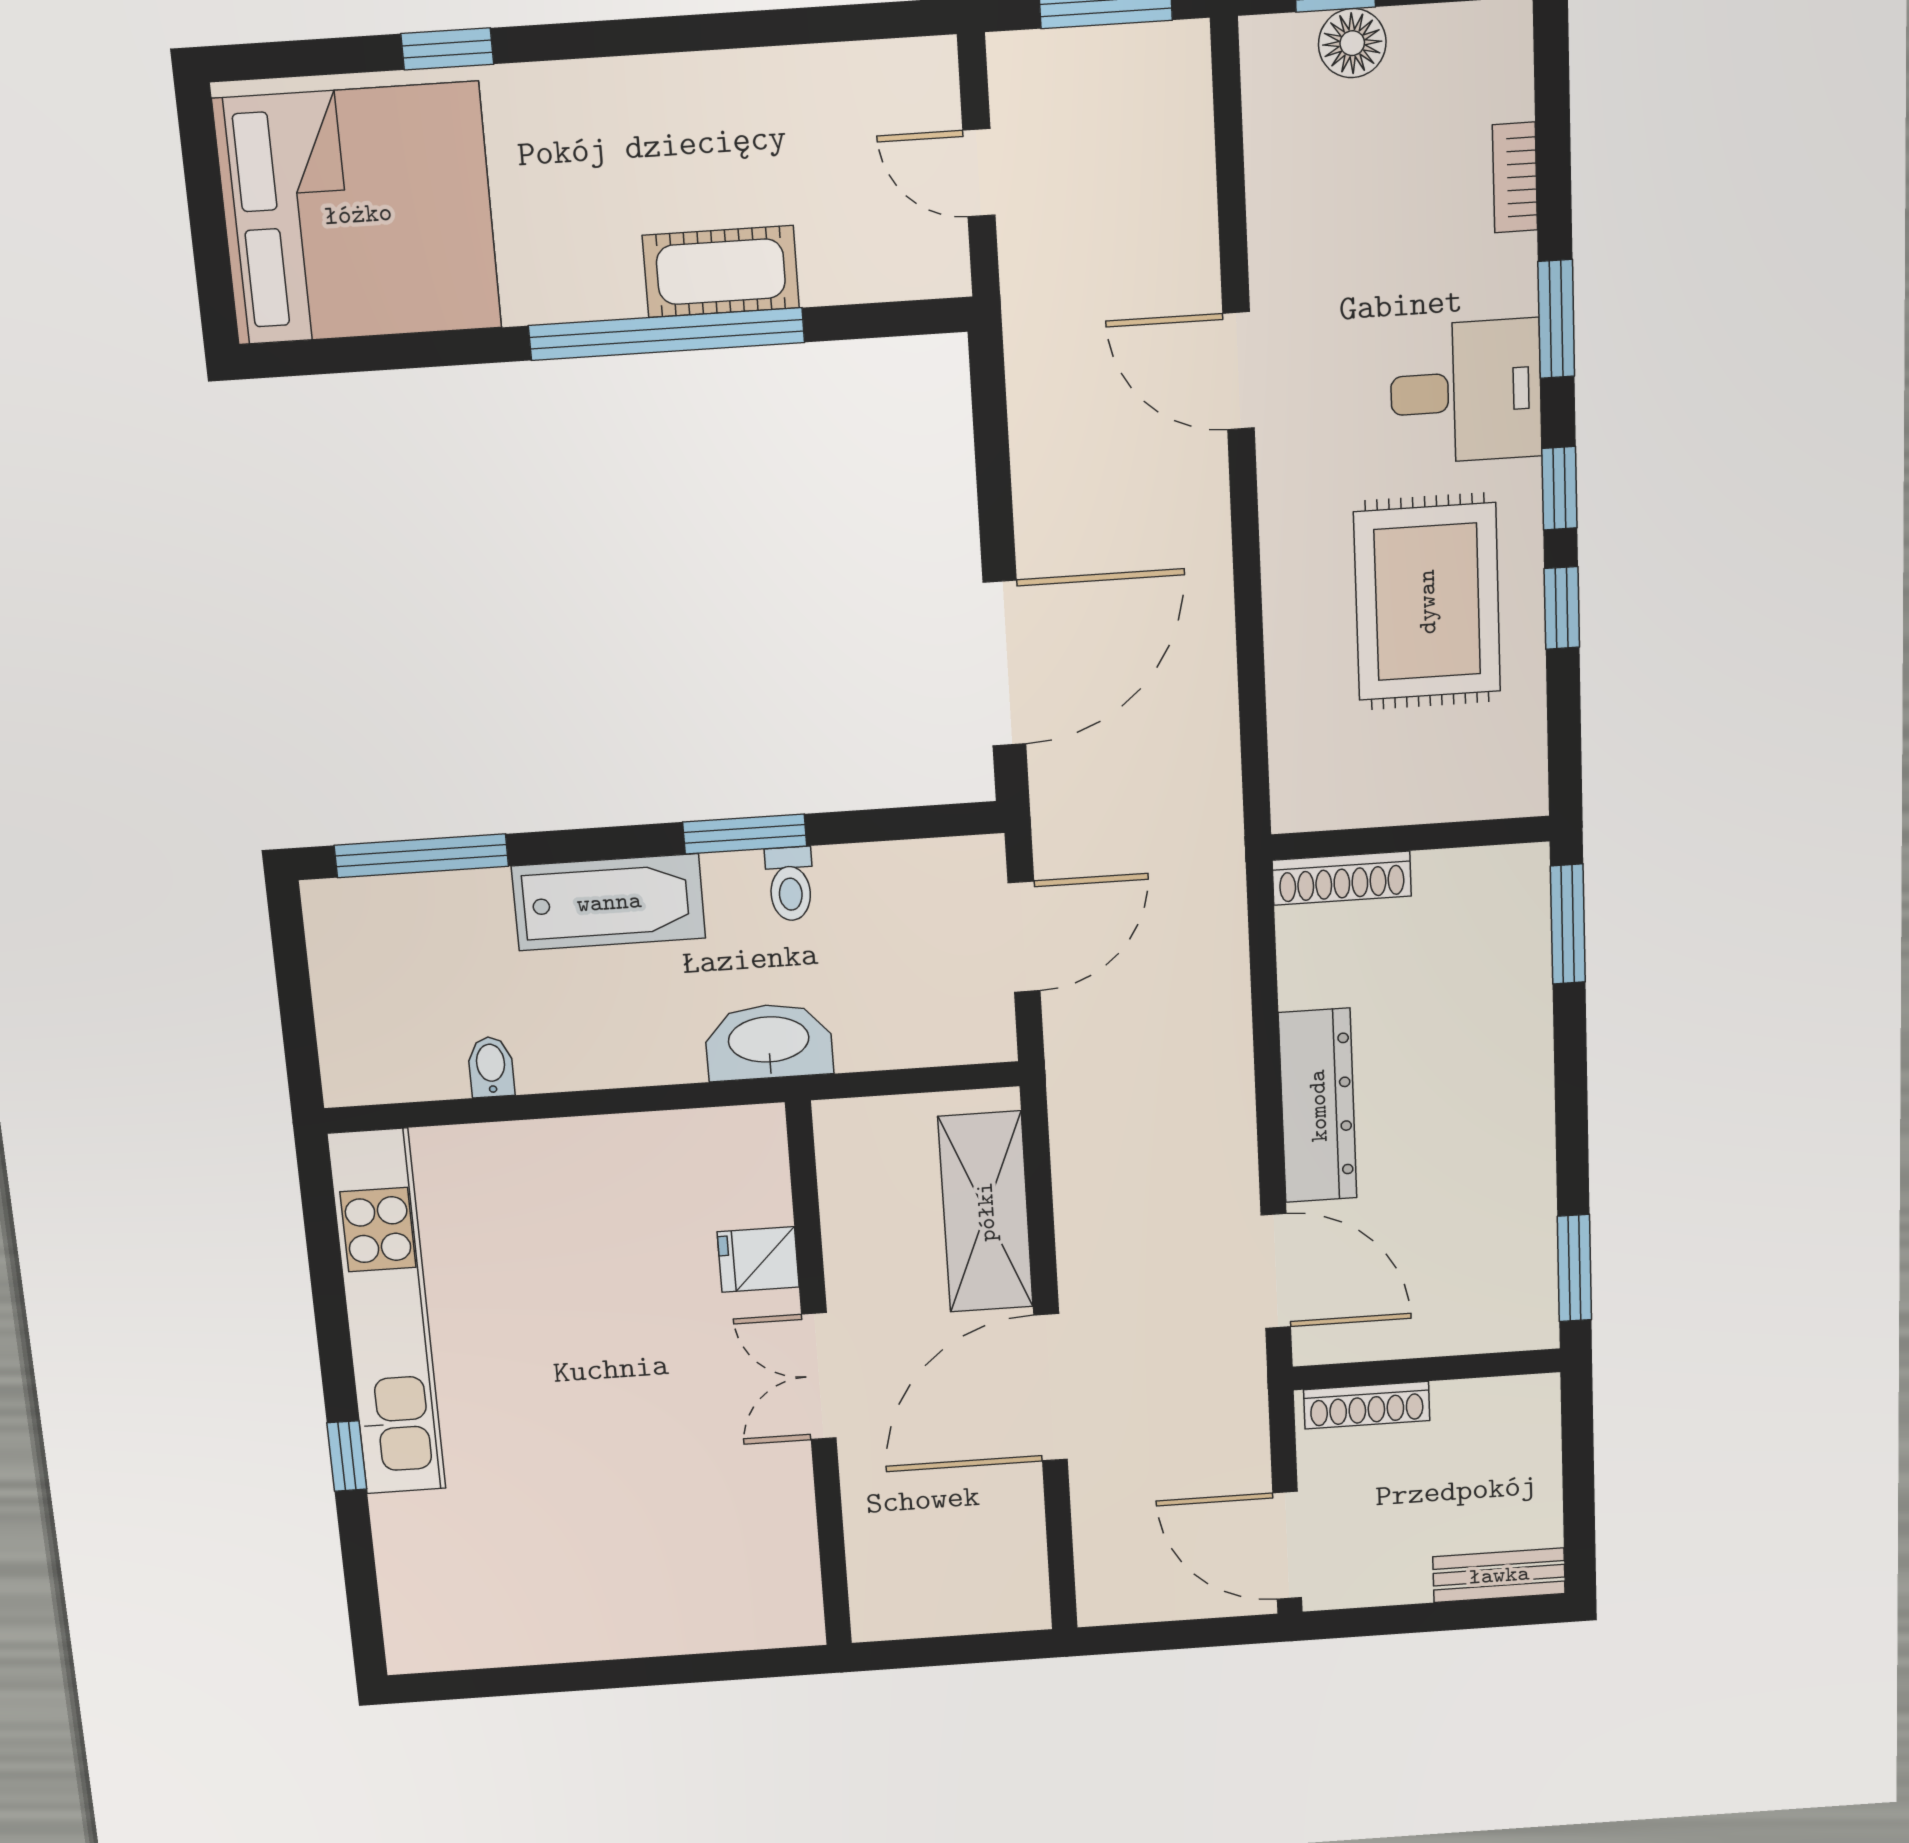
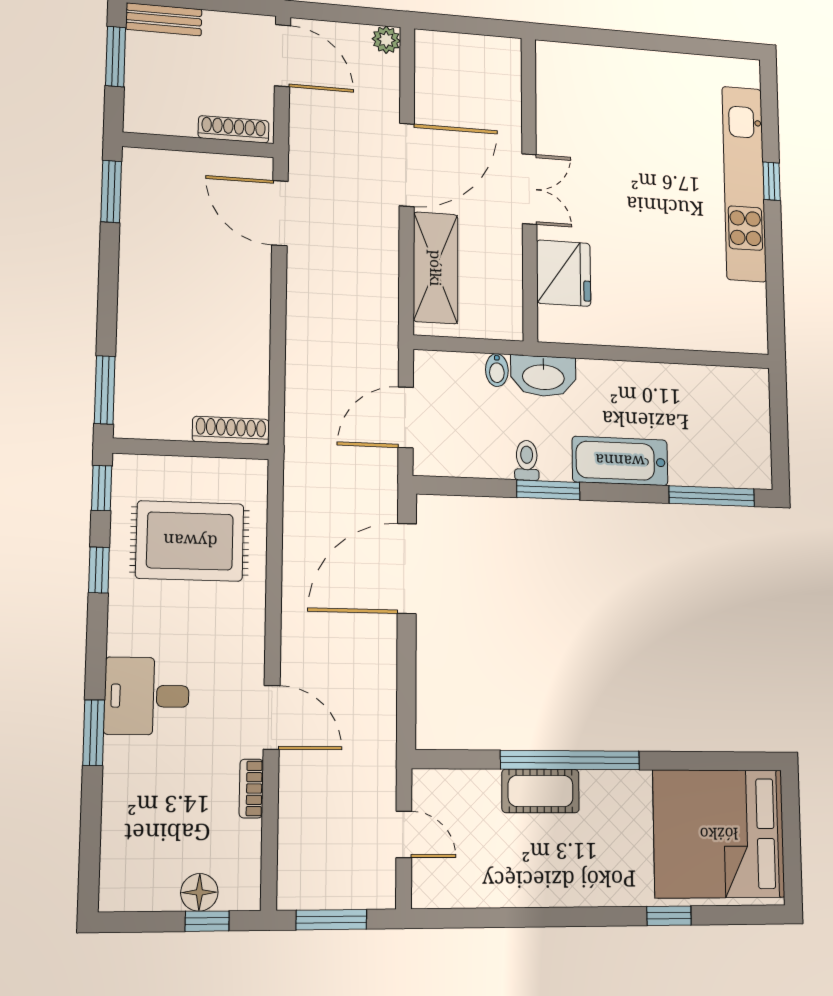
bookcase: (1515, 177) -> (251, 788), moved, turned 180
window: (1560, 488) -> (102, 488), moved
rug: (1427, 602) -> (190, 541), moved, turned 90
bidet: (491, 1067) -> (497, 370), moved
dresser: (1318, 1106) -> (251, 304), removed
fridge: (758, 1259) -> (564, 273), width x1.88, depth x1.34
kitchen unit: (387, 1313) -> (744, 184), moved
window: (1579, 1499) -> (116, 57), added
plant: (1102, 1601) -> (386, 40), added

